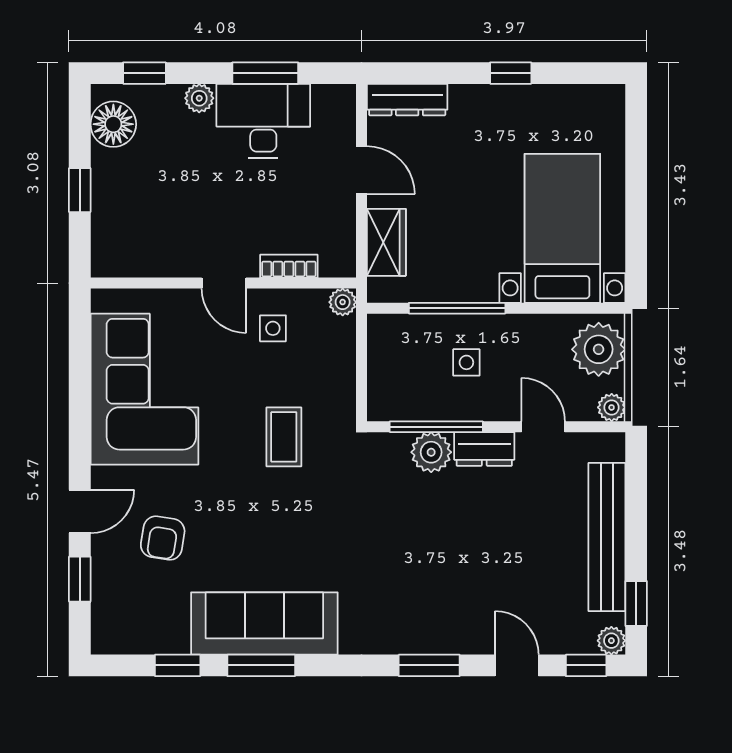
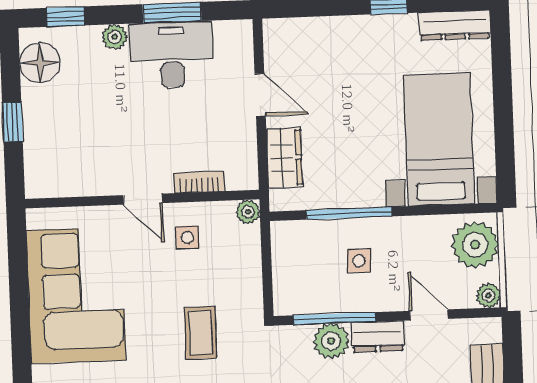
dresser: (407, 100) -> (455, 25), moved

